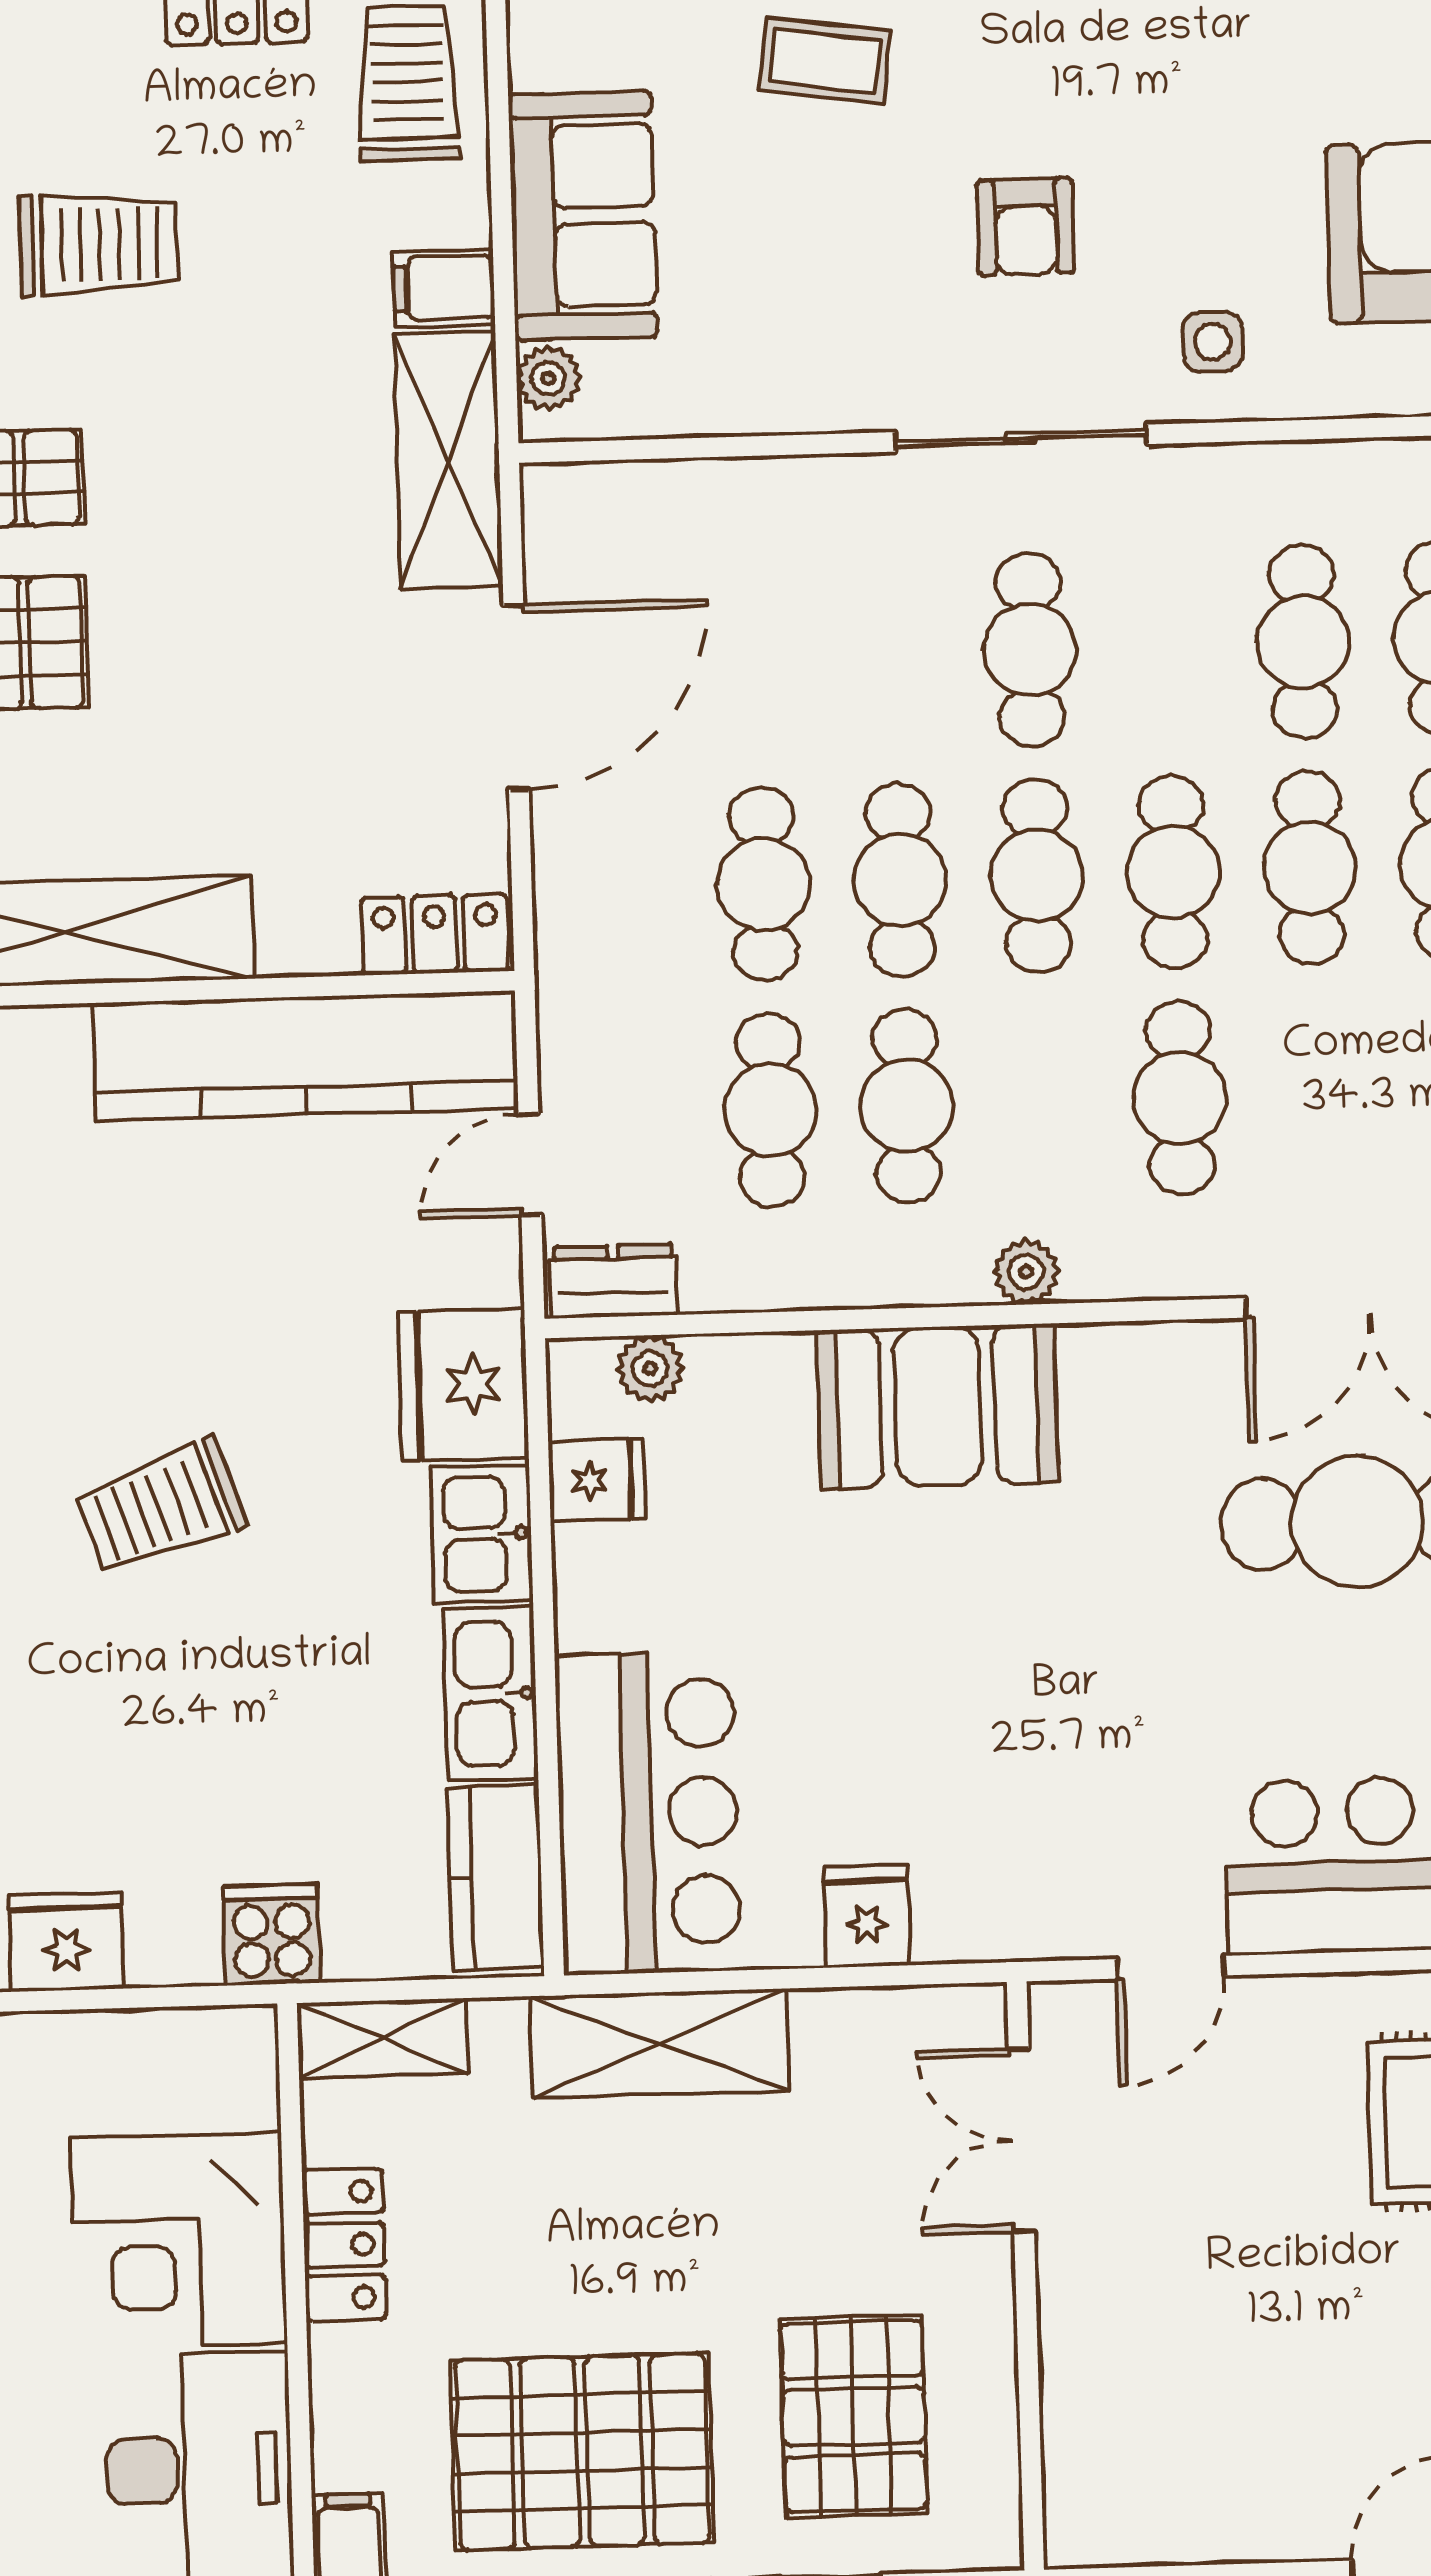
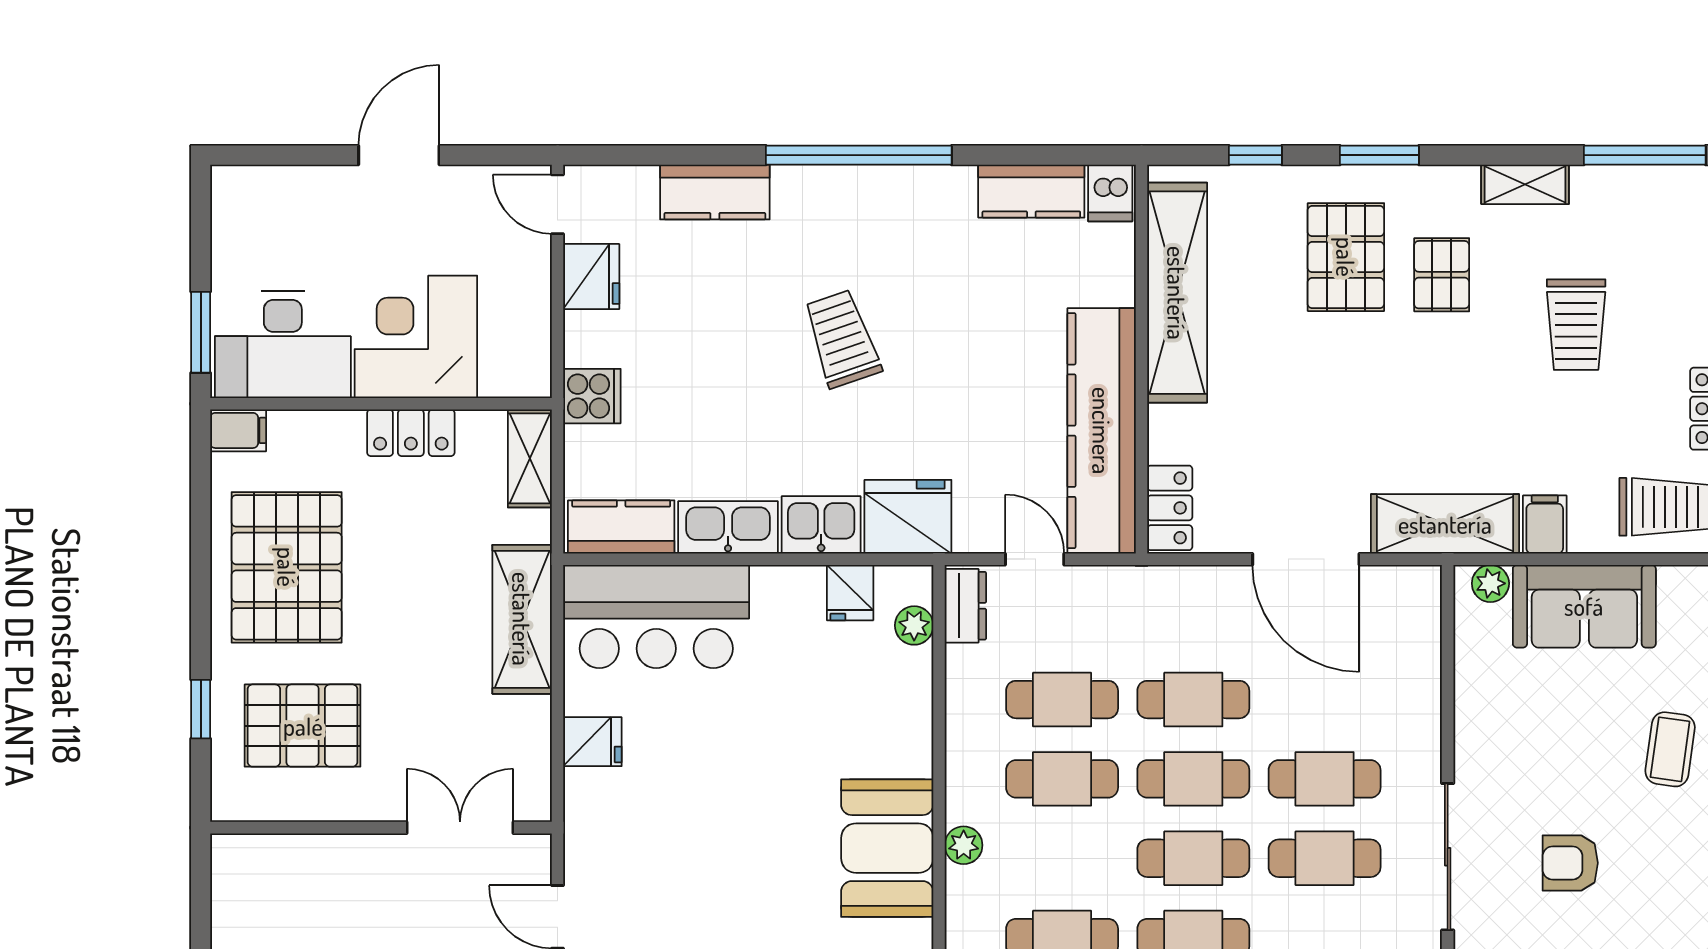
cafe table: (893, 654) -> (1325, 779), added
booth: (938, 1406) -> (887, 848), moved

